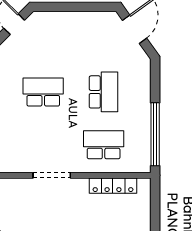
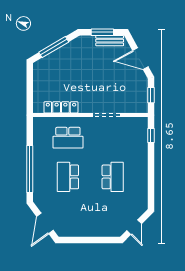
school desk: (43, 92) -> (113, 177), turned -90
window: (155, 134) -> (30, 169), moved

